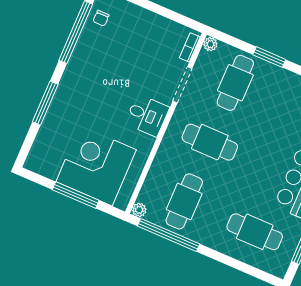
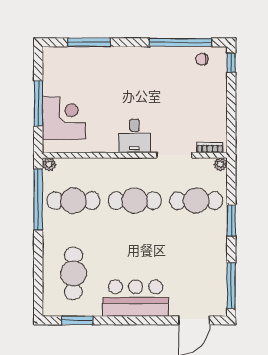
window: (45, 103) -> (89, 42), moved
cafe table: (210, 142) -> (135, 201), turned 90
corner desk: (96, 166) -> (64, 118), width x0.74, depth x0.74

